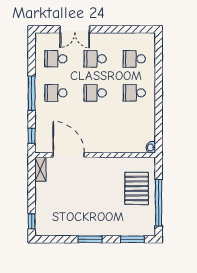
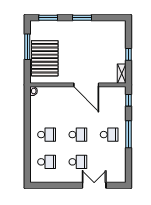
school desk: (56, 59) -> (109, 162), removed
door: (69, 155) -> (86, 85), moved
pallet: (137, 189) -> (45, 58), width x1.37, depth x1.41
window: (159, 203) -> (27, 47), width x0.68
window: (32, 221) -> (129, 54), moved

